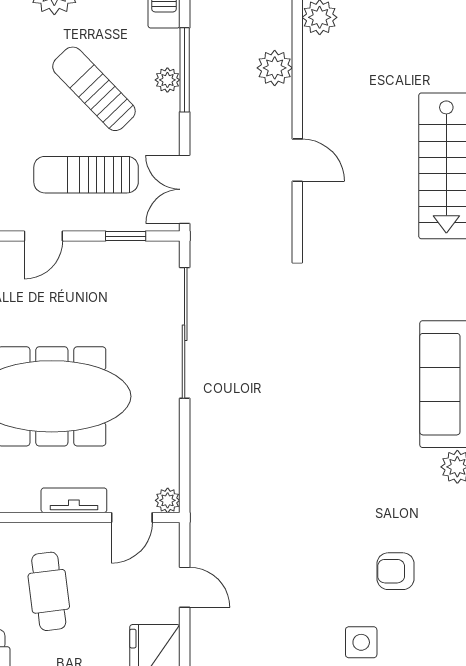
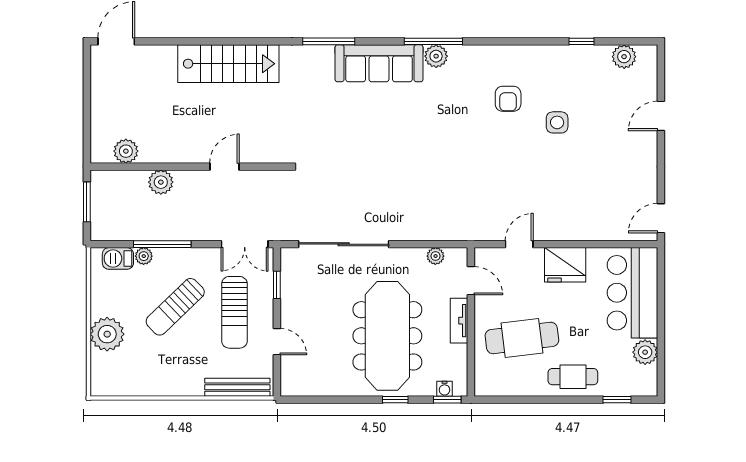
plant: (167, 80) -> (144, 256), moved
plant: (168, 500) -> (435, 256), moved
cafe table: (49, 591) -> (522, 338), width x1.37, depth x1.35

